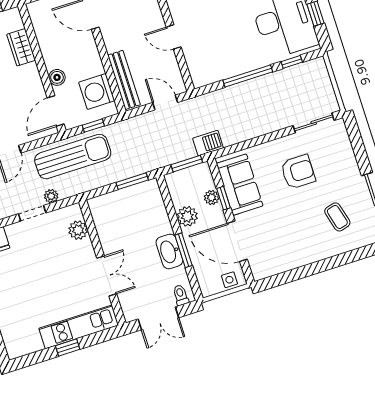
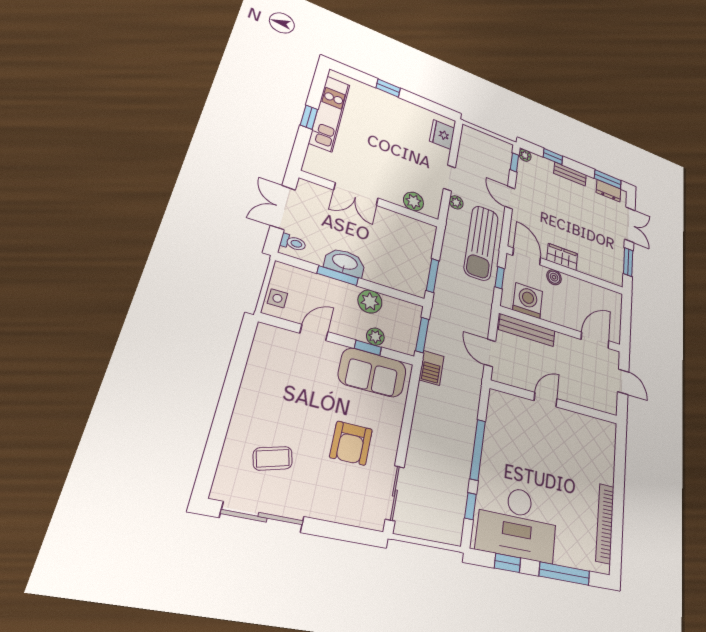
wardrobe: (21, 47) -> (562, 257), moved
door: (165, 103) -> (490, 353), swing flipped
door: (237, 241) -> (314, 333), width x0.53
kitchen unit: (79, 327) -> (329, 114), moved

